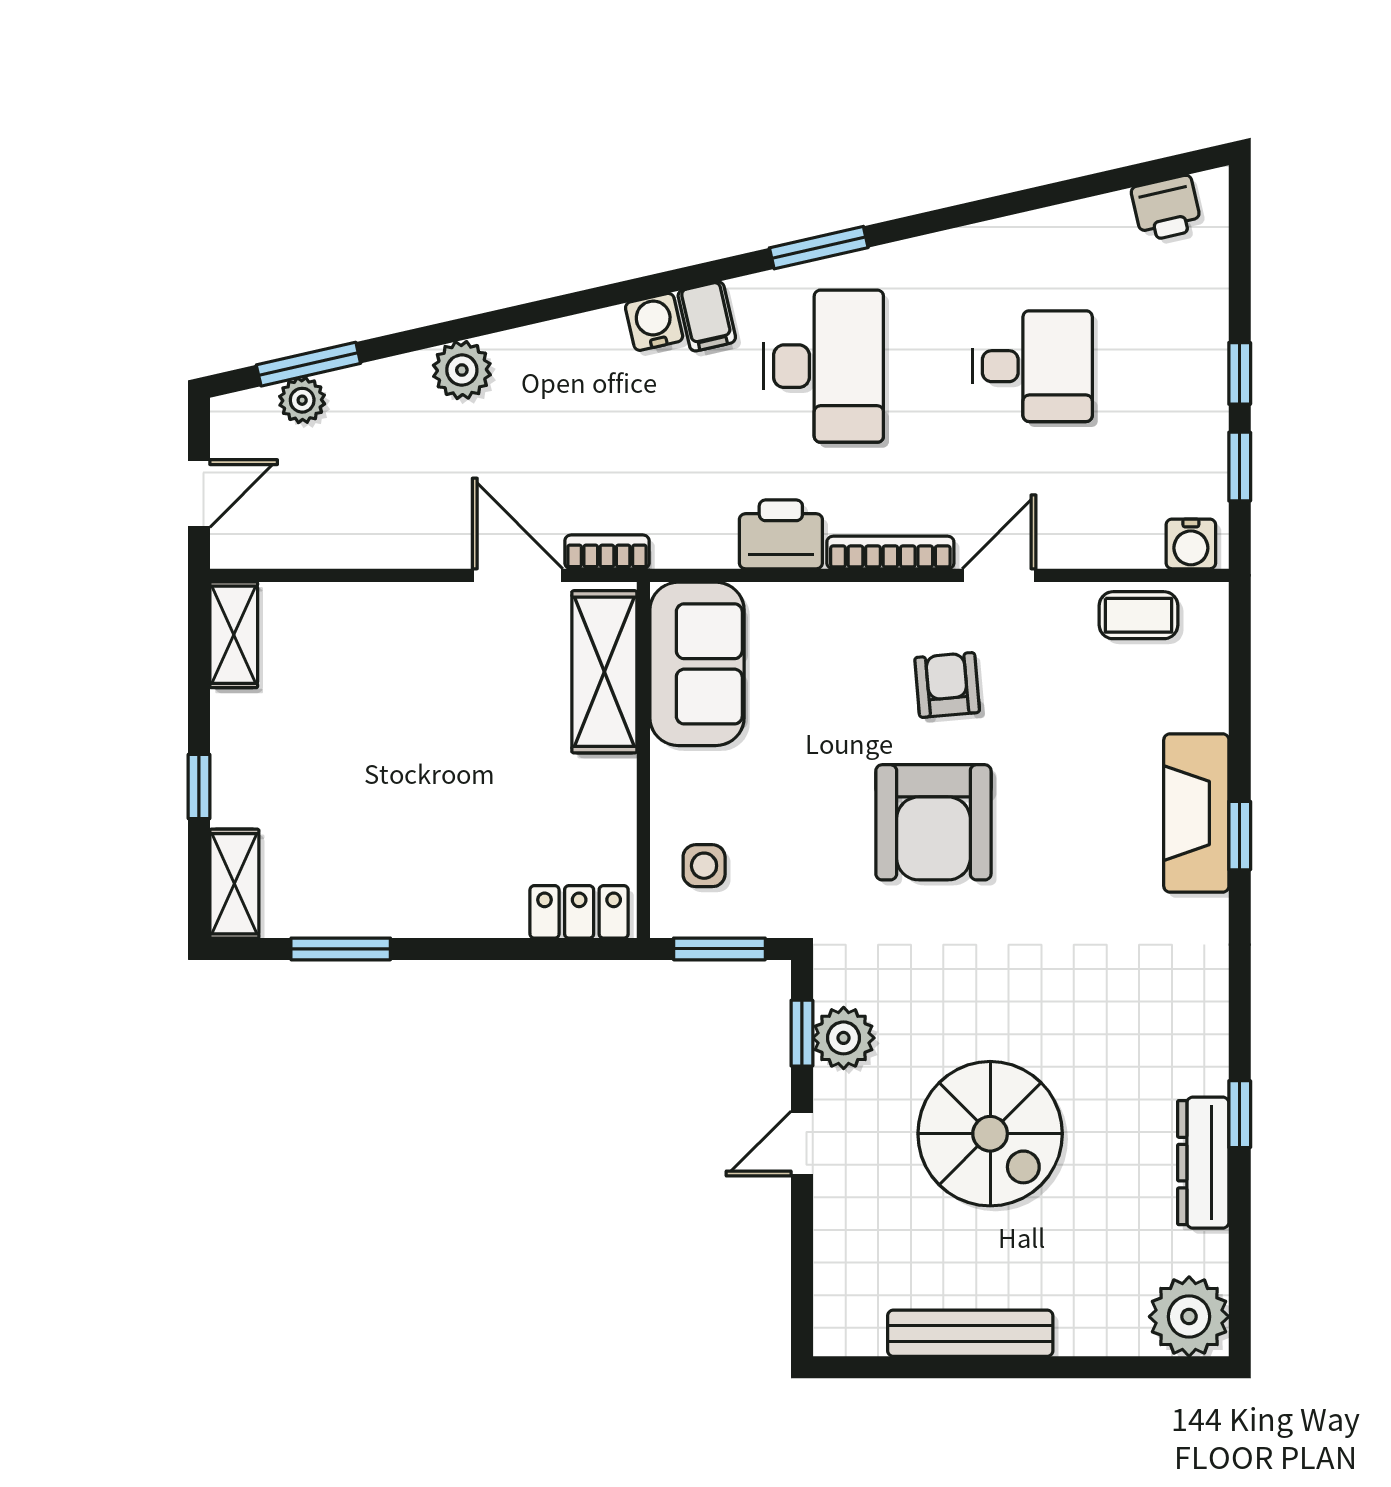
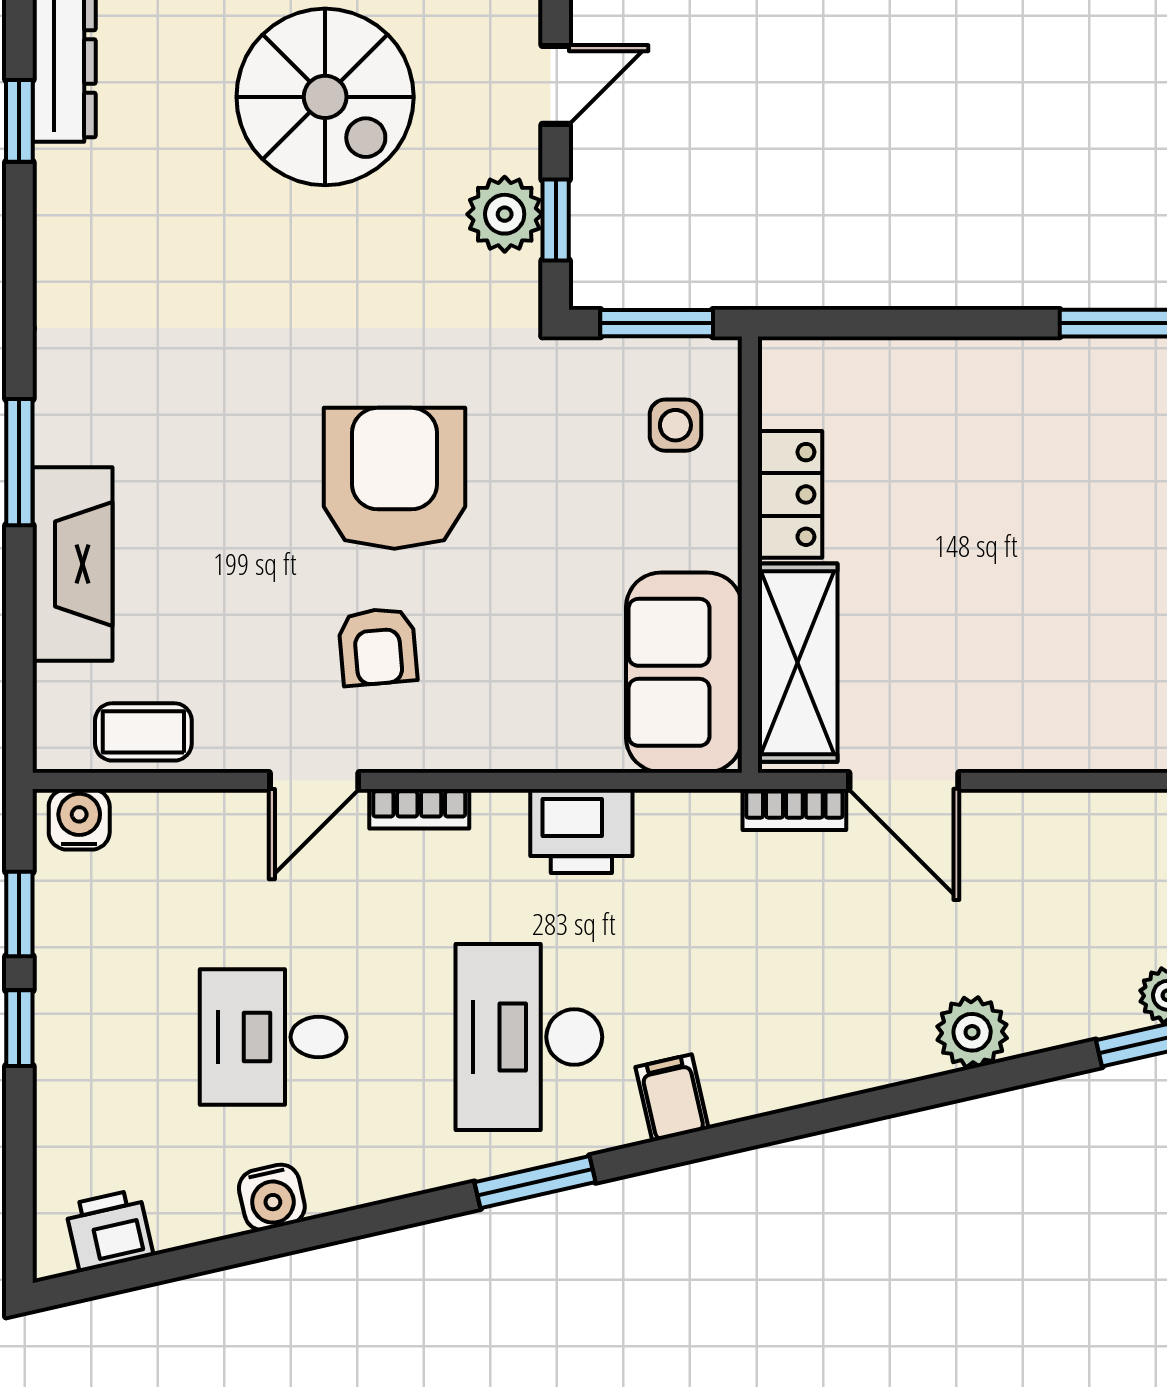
water cooler: (654, 322) -> (272, 1197), moved
bookcase: (890, 552) -> (419, 809), width x0.64
fireplace: (1196, 813) -> (73, 564), moved
window: (1240, 836) -> (19, 462), width x1.50
locker: (579, 912) -> (790, 494), moved, turned -90
spiral stairs: (990, 1134) -> (325, 97), turned 180

